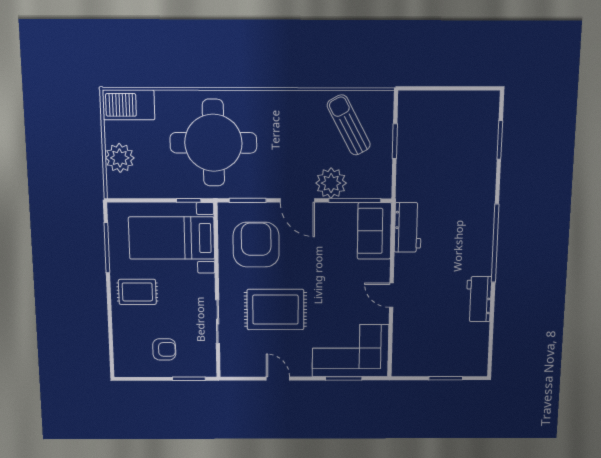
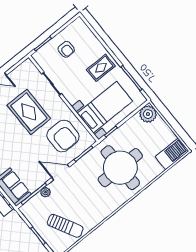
plant: (120, 158) -> (148, 114), moved
plant: (331, 183) -> (45, 192), width x0.53, depth x0.53
rug: (275, 310) -> (29, 112), turned 90
armchair: (164, 349) -> (66, 49), turned -90

